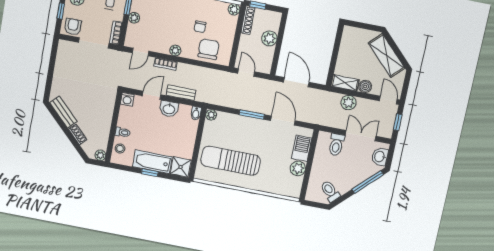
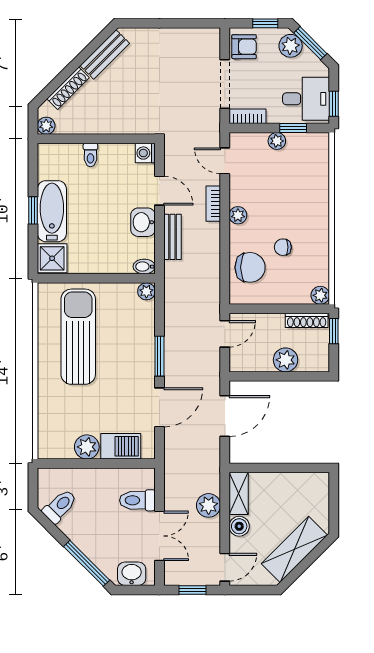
shoe rack: (78, 134) -> (68, 88), width x1.43
stool: (120, 148) -> (63, 155), removed

